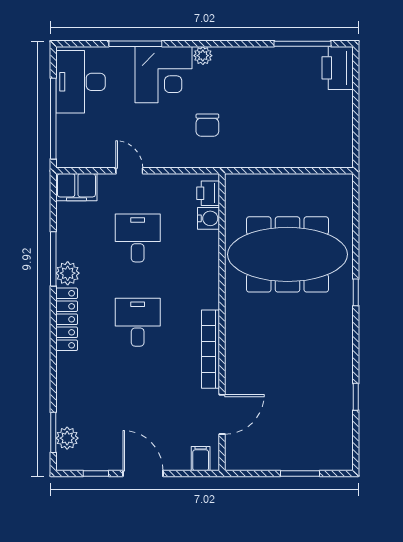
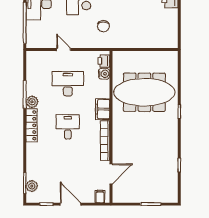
filing cabinet: (76, 187) -> (103, 109), moved, turned 90
desk: (138, 238) -> (68, 84), width x1.37

